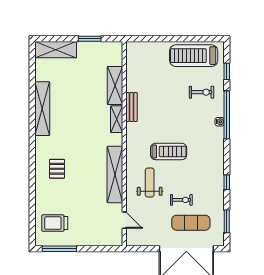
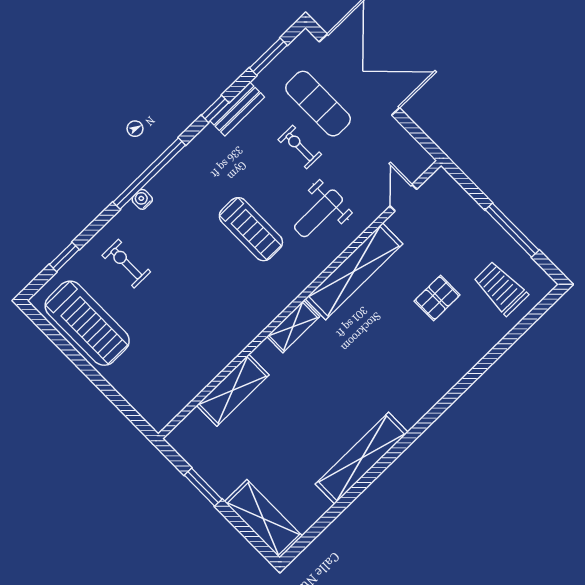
bench: (131, 107) -> (237, 109), moved
window: (227, 115) -> (149, 174), moved
shelving: (117, 119) -> (293, 326), moved
treadmill: (169, 151) -> (251, 229), turned 180
pallet: (57, 169) -> (437, 298), moved
trolley: (55, 223) -> (501, 288), turned 180
window: (59, 249) -> (512, 230), moved

